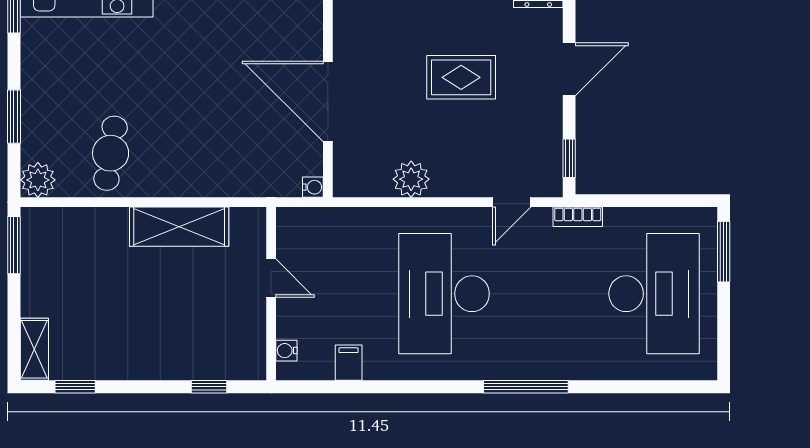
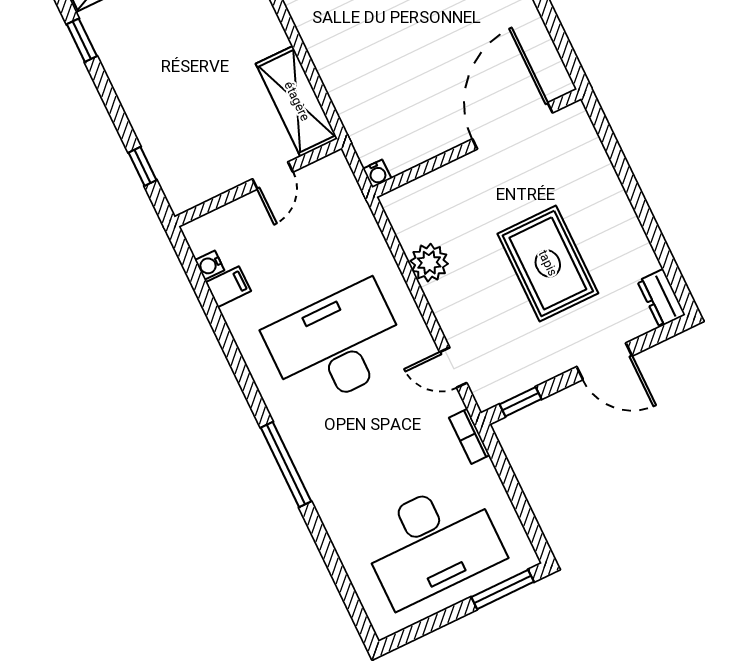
rug: (461, 77) -> (548, 263), width x1.36, depth x1.43
door: (328, 101) -> (512, 126), moved
shelving: (179, 227) -> (297, 101), moved
water cooler: (286, 351) -> (210, 265), moved, turned -90

